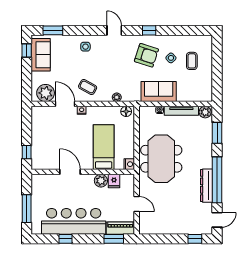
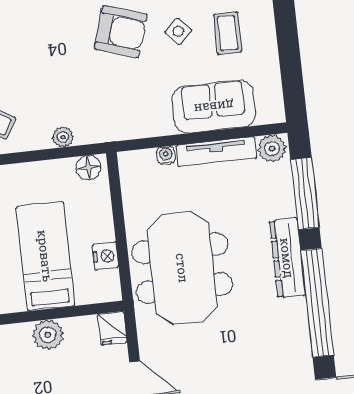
sofa: (159, 92) -> (214, 107), moved
window: (217, 133) -> (305, 194), width x1.44
nightstand: (129, 164) -> (105, 256), moved
fridge: (114, 181) -> (112, 328), moved
dresser: (207, 186) -> (287, 258), moved

